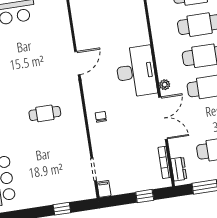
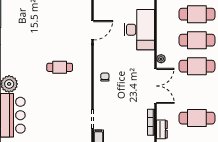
desk: (136, 72) -> (139, 30), moved

